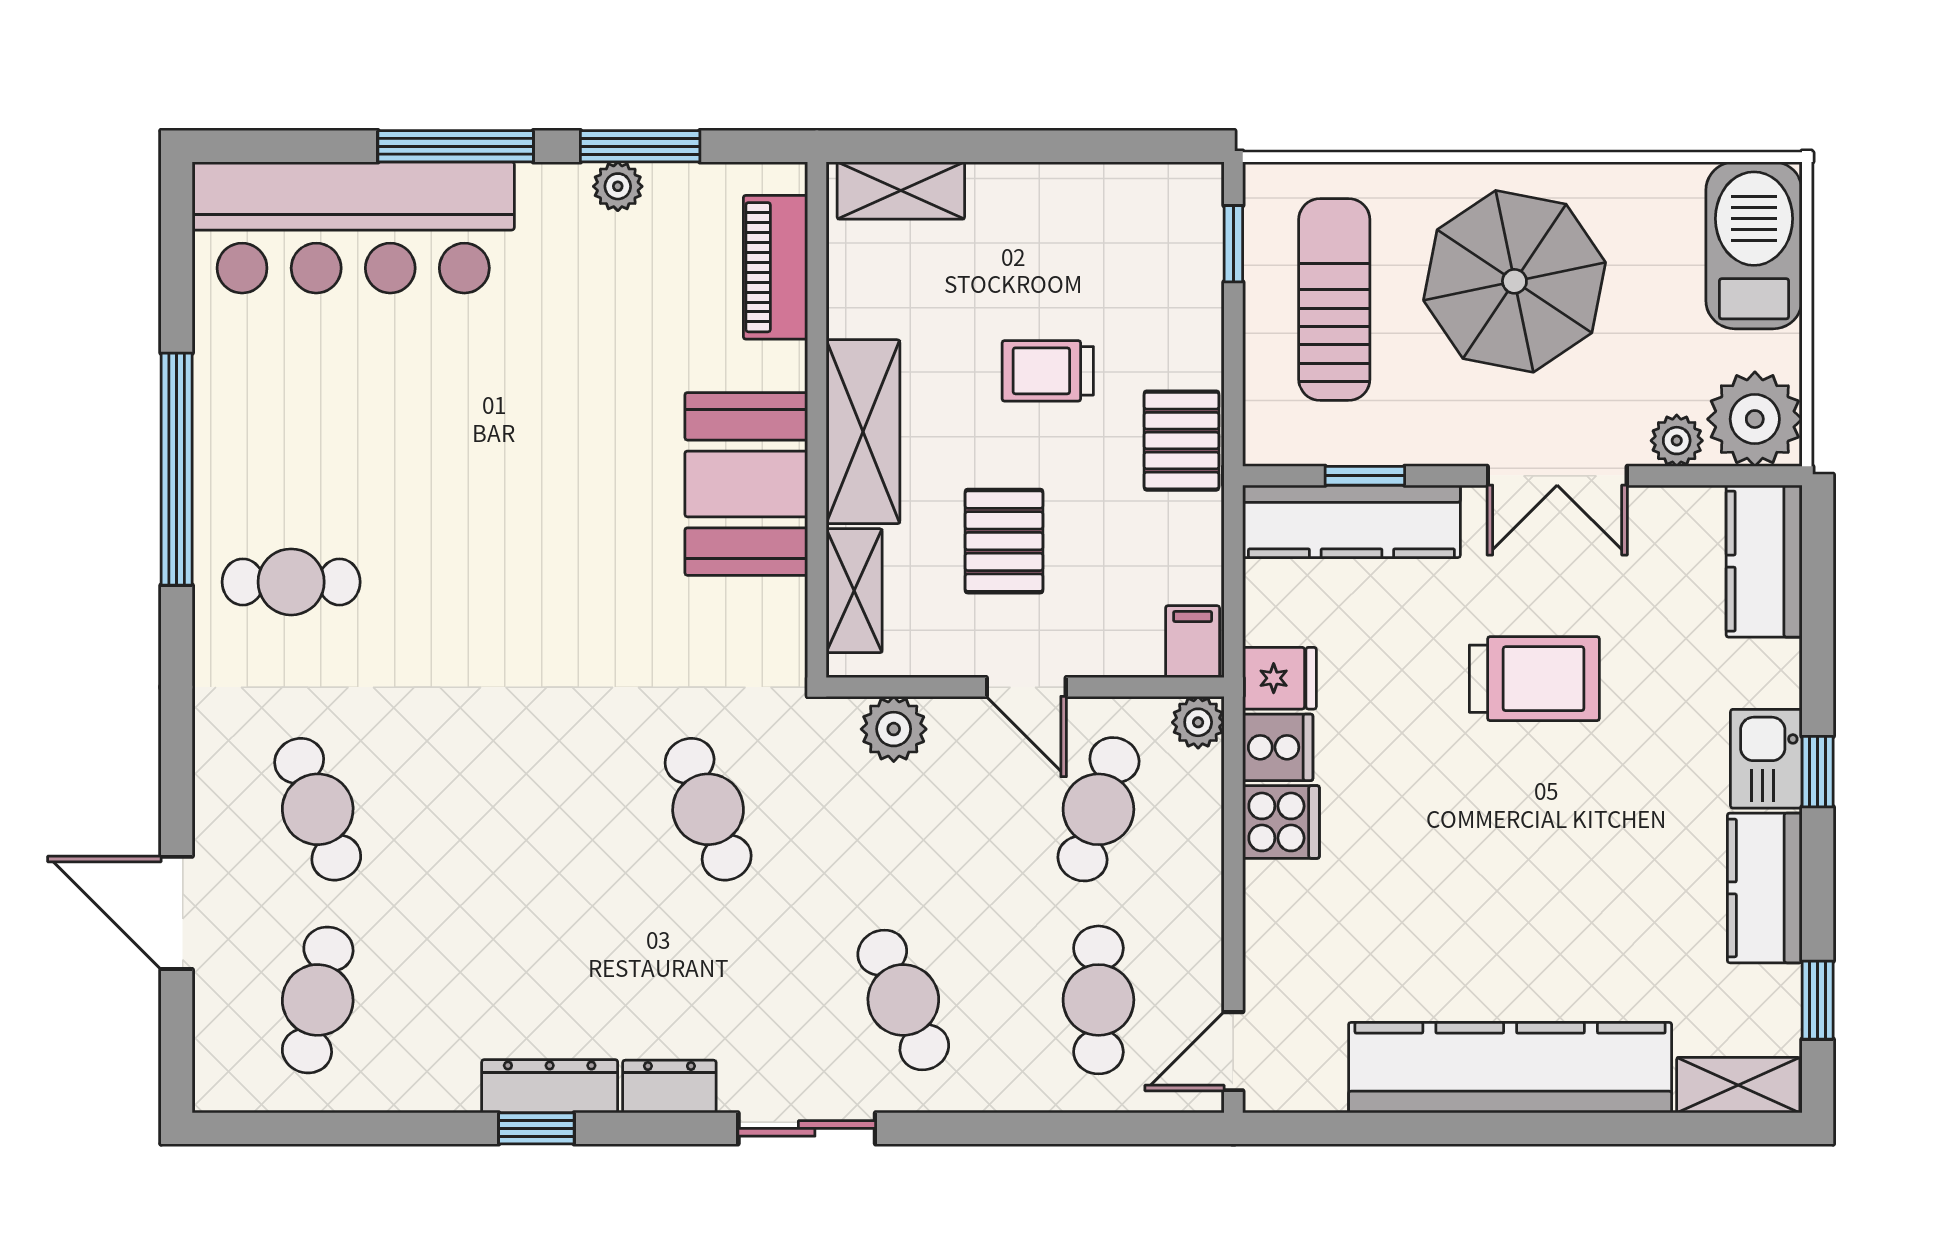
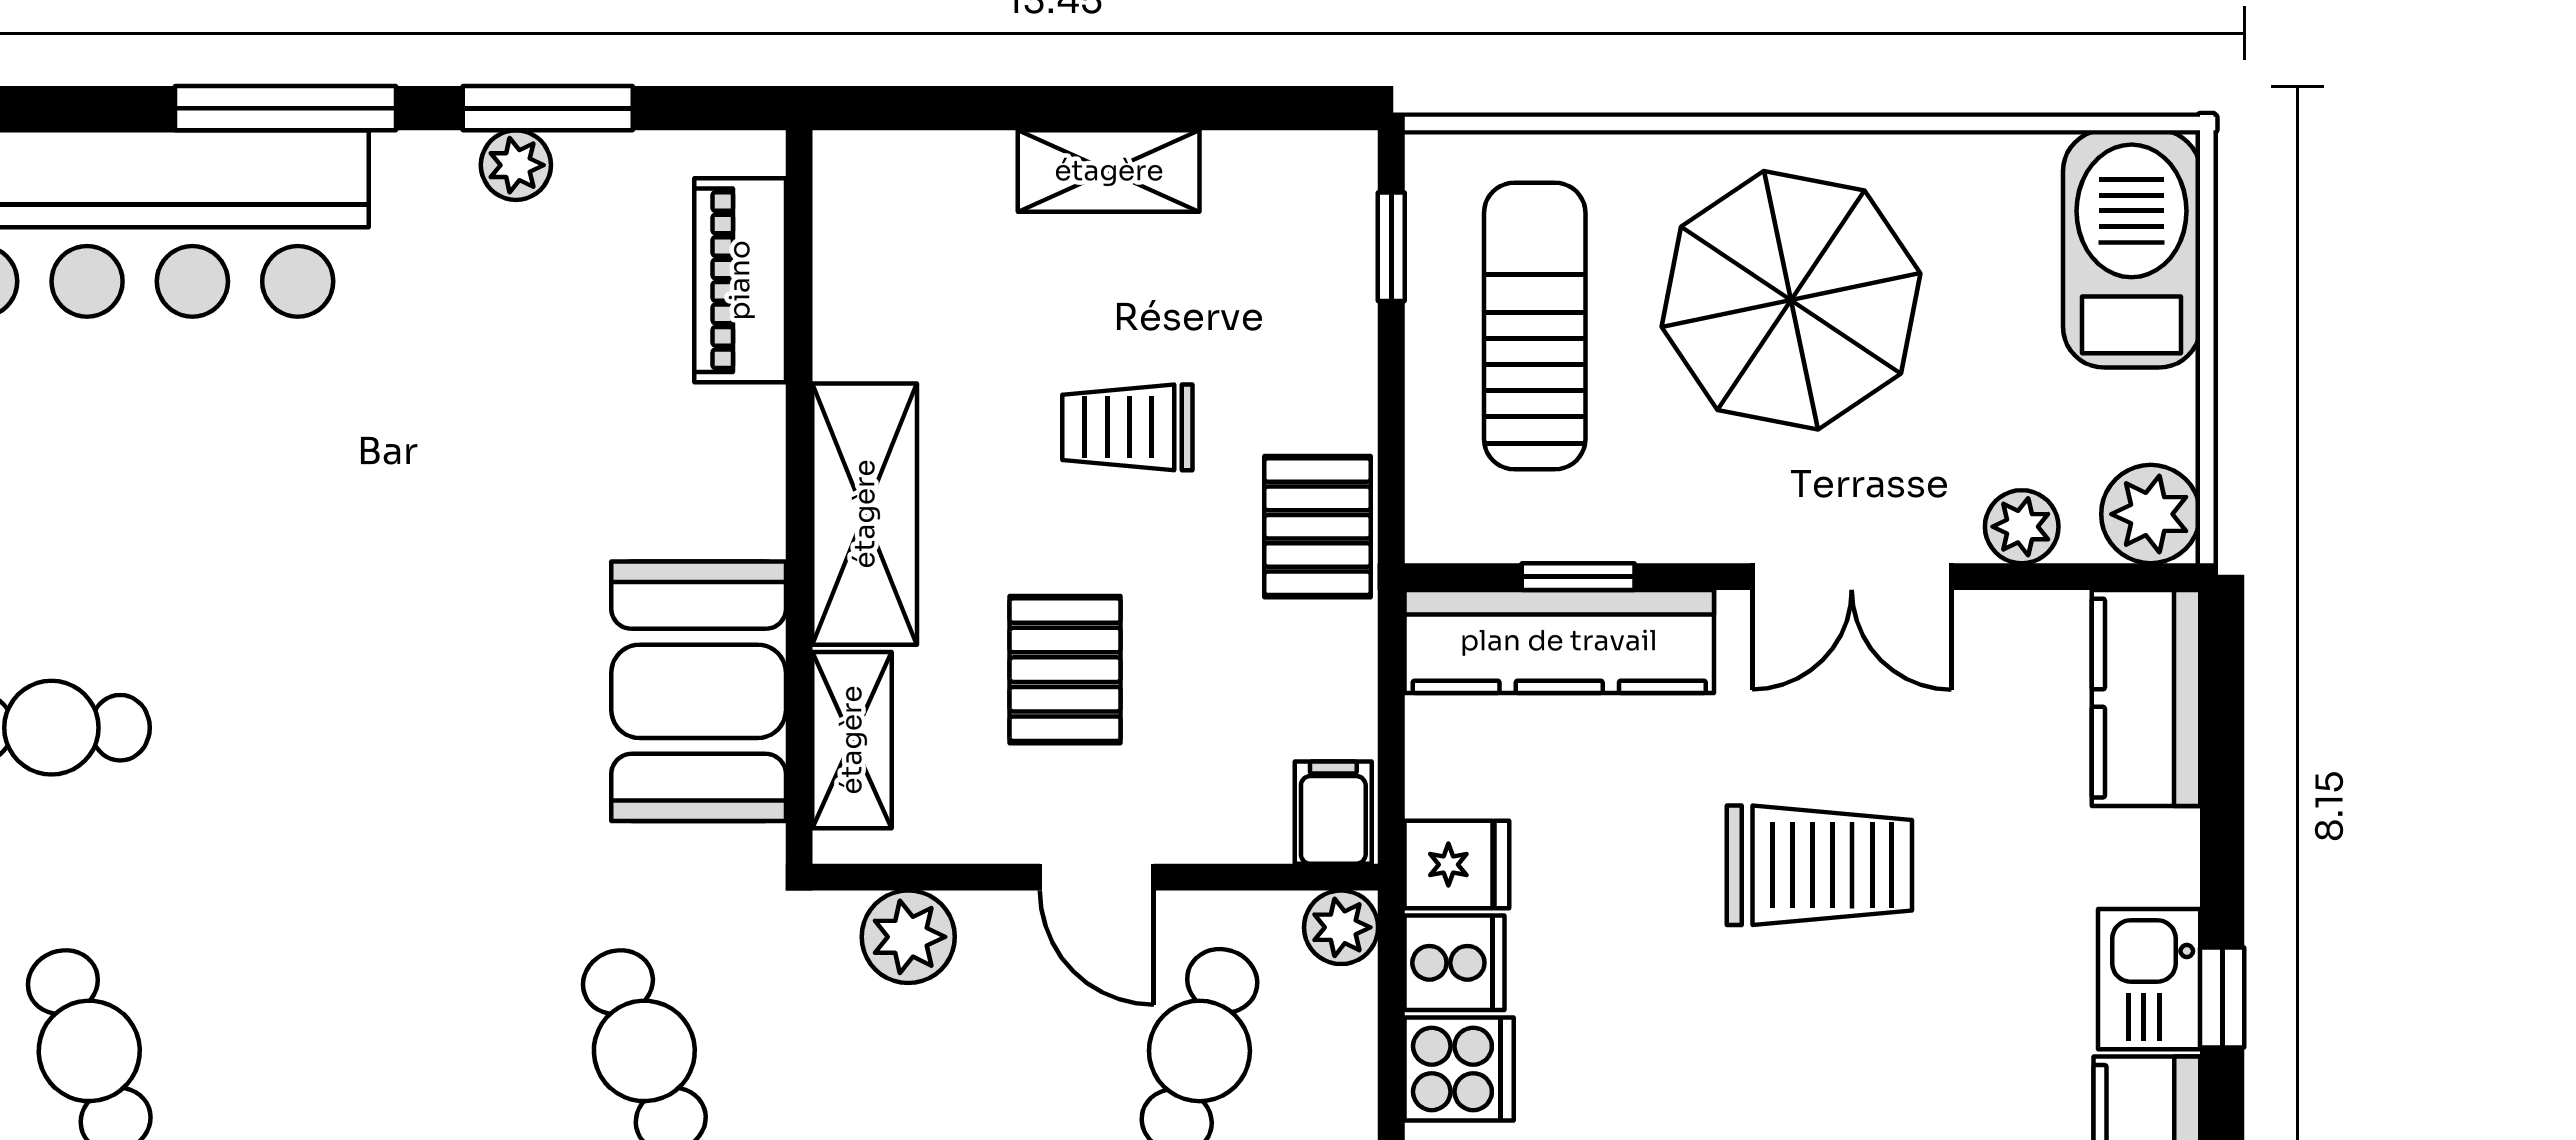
shelving: (901, 190) -> (1109, 171), moved
plant: (1755, 419) -> (2151, 514), width x0.73, depth x0.73
booth: (746, 484) -> (699, 691), moved

